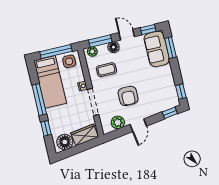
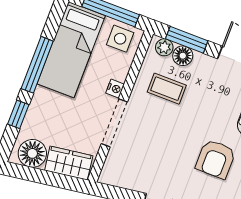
floor lamp: (113, 47) -> (183, 56), moved
armchair: (128, 96) -> (216, 159), moved
plant: (118, 122) -> (130, 178), removed

